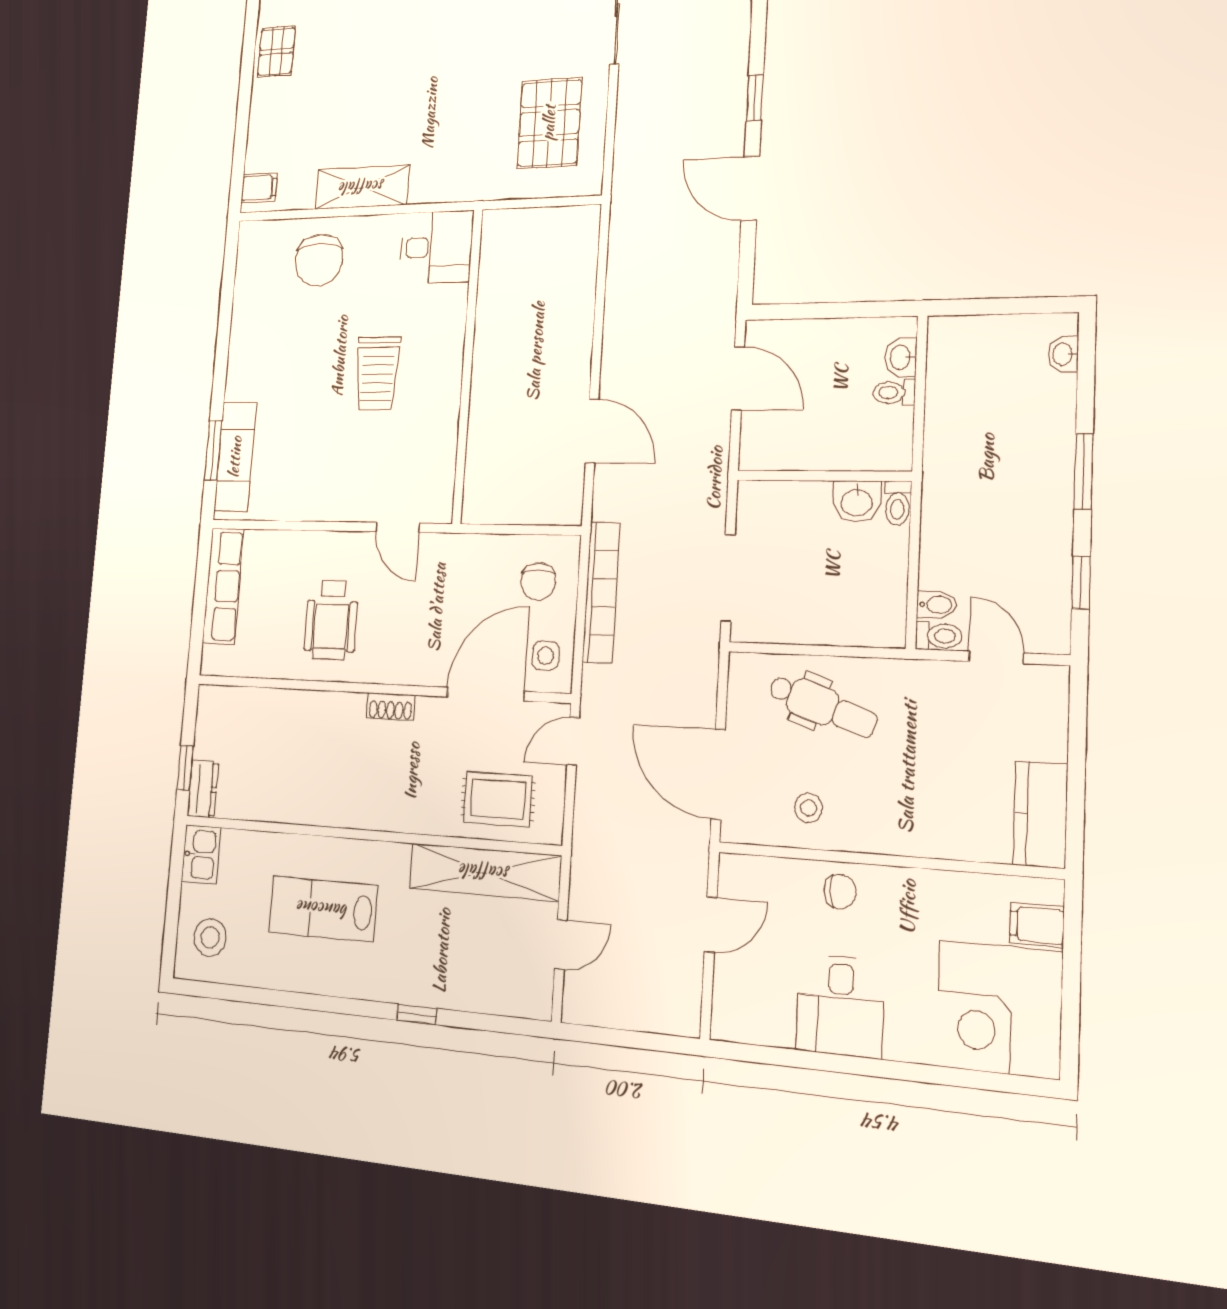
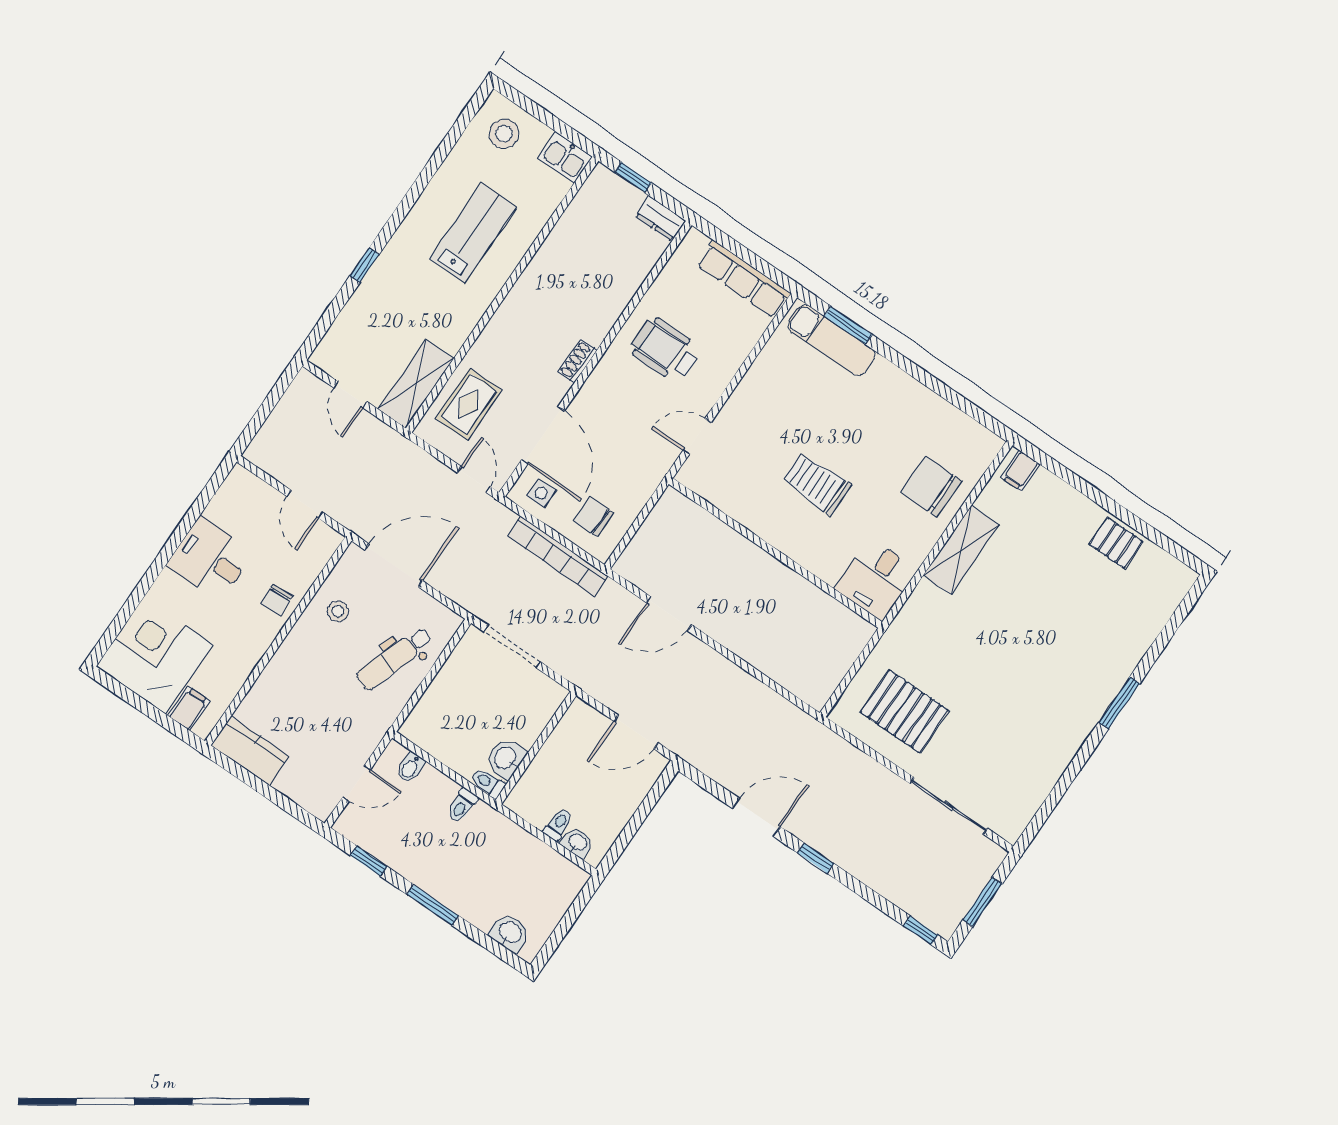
washbasin: (1063, 354) -> (510, 933), width x1.38, depth x1.45
toilet: (939, 636) -> (462, 806), moved
dresser: (203, 789) -> (660, 219), moved
shelving: (485, 872) -> (416, 384), width x0.68

